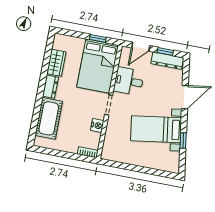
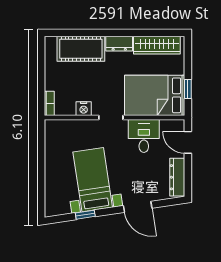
window: (165, 51) -> (188, 173), removed
wardrobe: (56, 63) -> (157, 45), width x1.50

